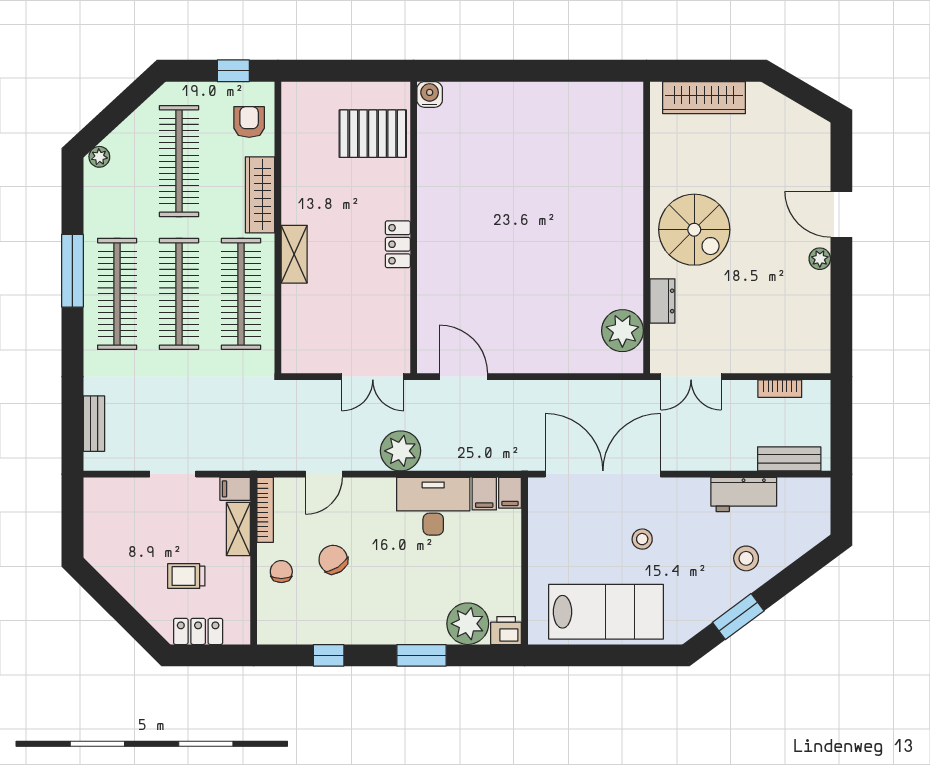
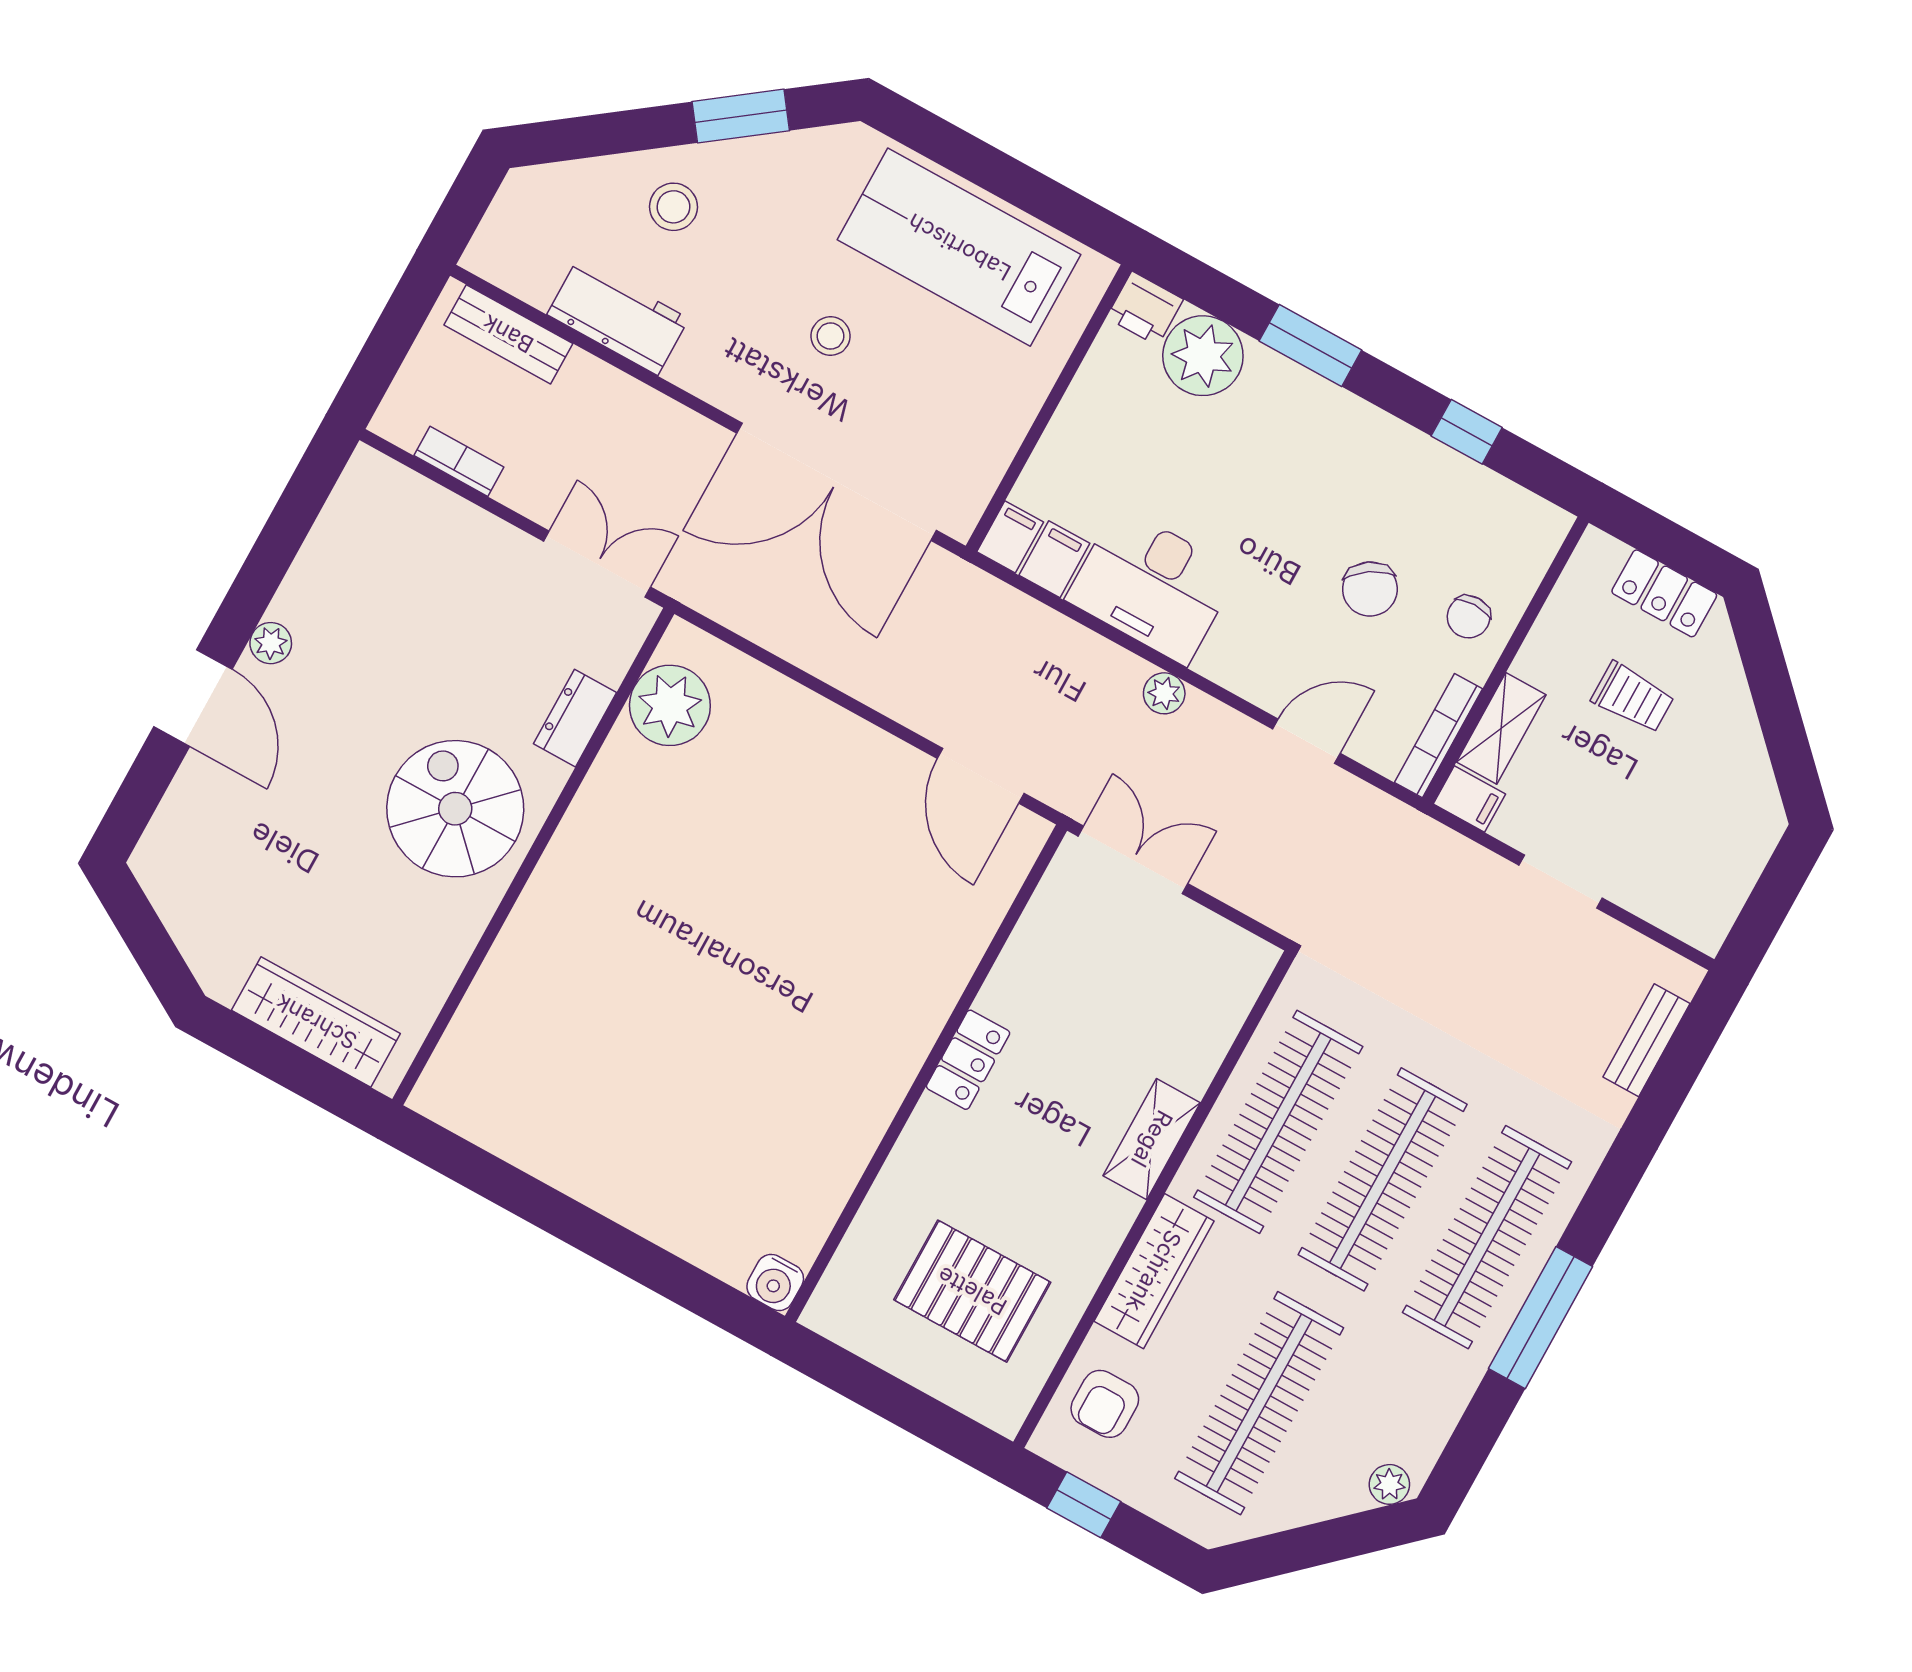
pallet: (373, 134) -> (972, 1291), moved
plant: (401, 451) -> (1164, 693), width x0.53, depth x0.53

